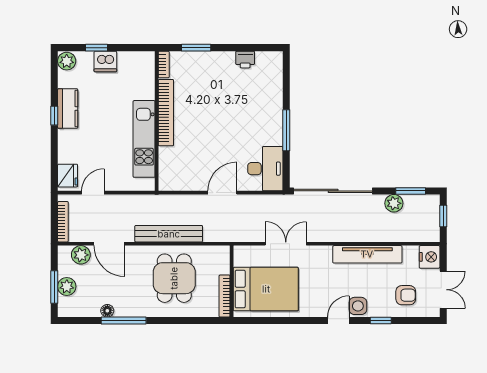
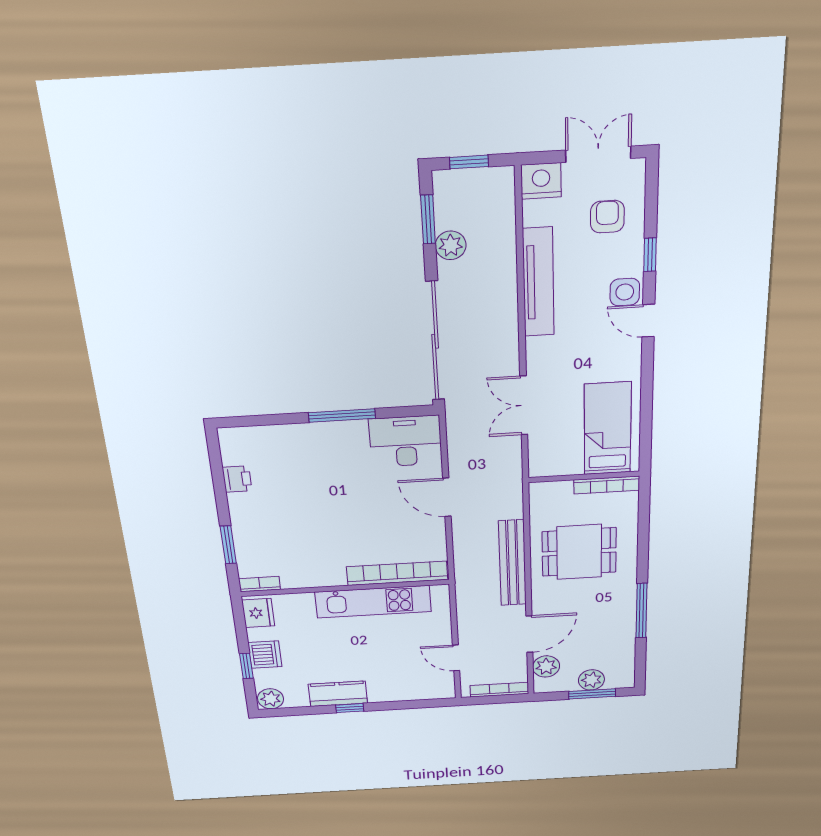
bookcase: (166, 113) -> (397, 573), moved
fridge: (68, 176) -> (258, 613), moved, turned 90
bed: (266, 289) -> (608, 429), width x0.67
floor lamp: (107, 311) -> (627, 631), removed

